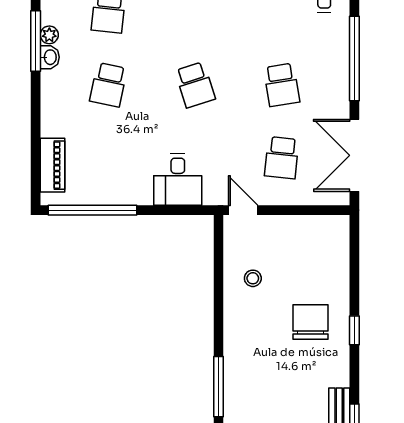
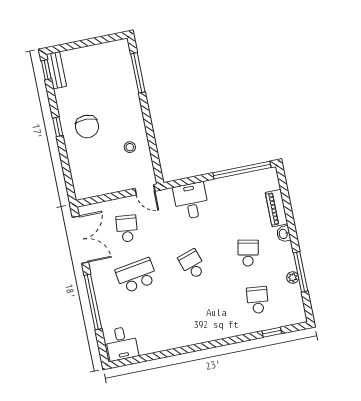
washbasin: (50, 57) -> (284, 234), moved
school desk: (282, 85) -> (136, 276), width x1.85
piano: (52, 165) -> (277, 208), moved

